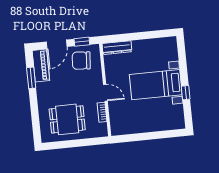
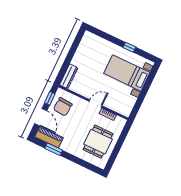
bed with nightstands: (156, 85) -> (127, 73), moved, turned 90

